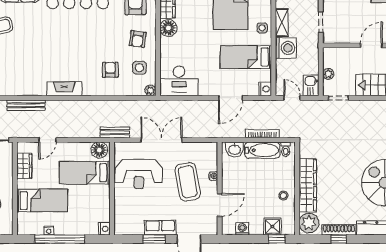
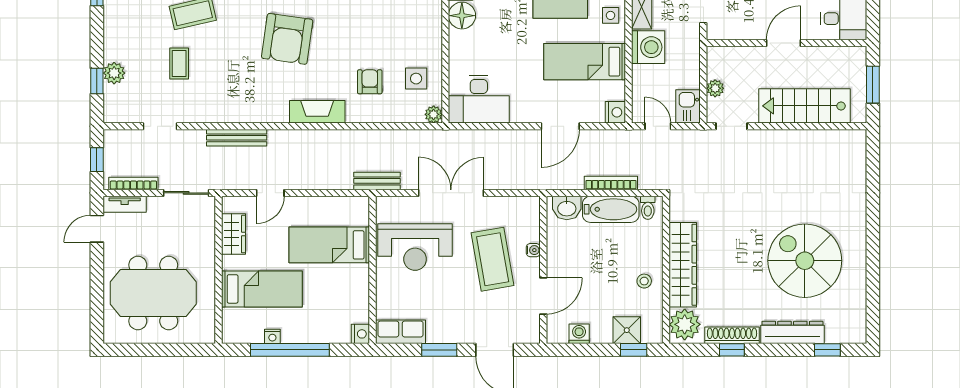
armchair: (138, 39) -> (287, 39), moved, width x1.88, depth x1.88
fireplace: (64, 89) -> (317, 112), moved
floor lamp: (99, 150) -> (352, 209), removed
row of seats: (160, 228) -> (401, 332), moved

